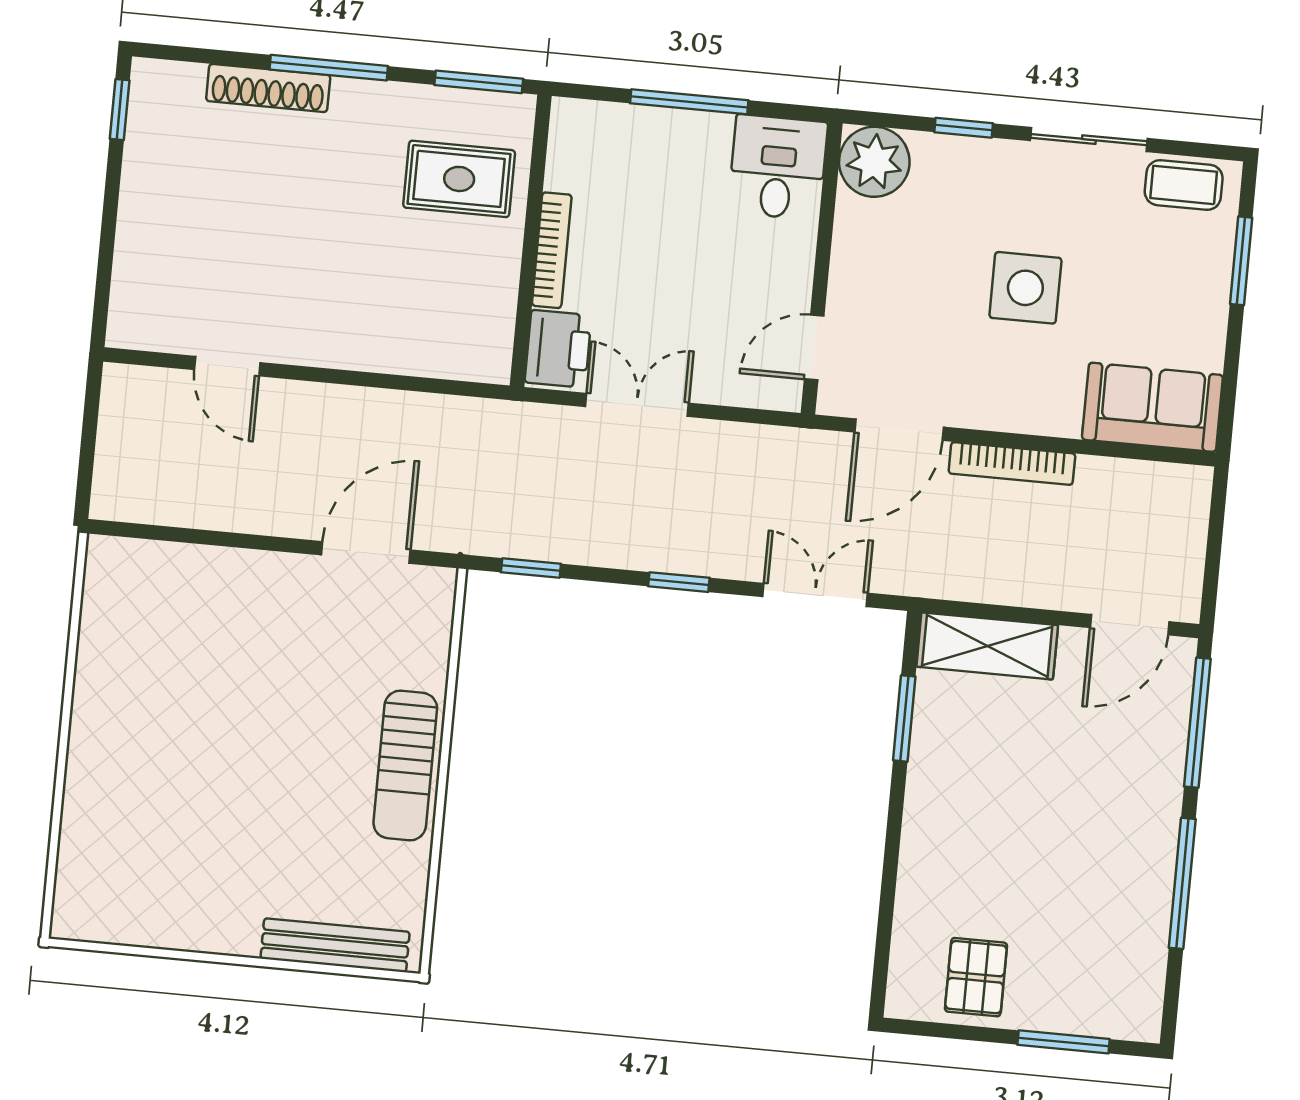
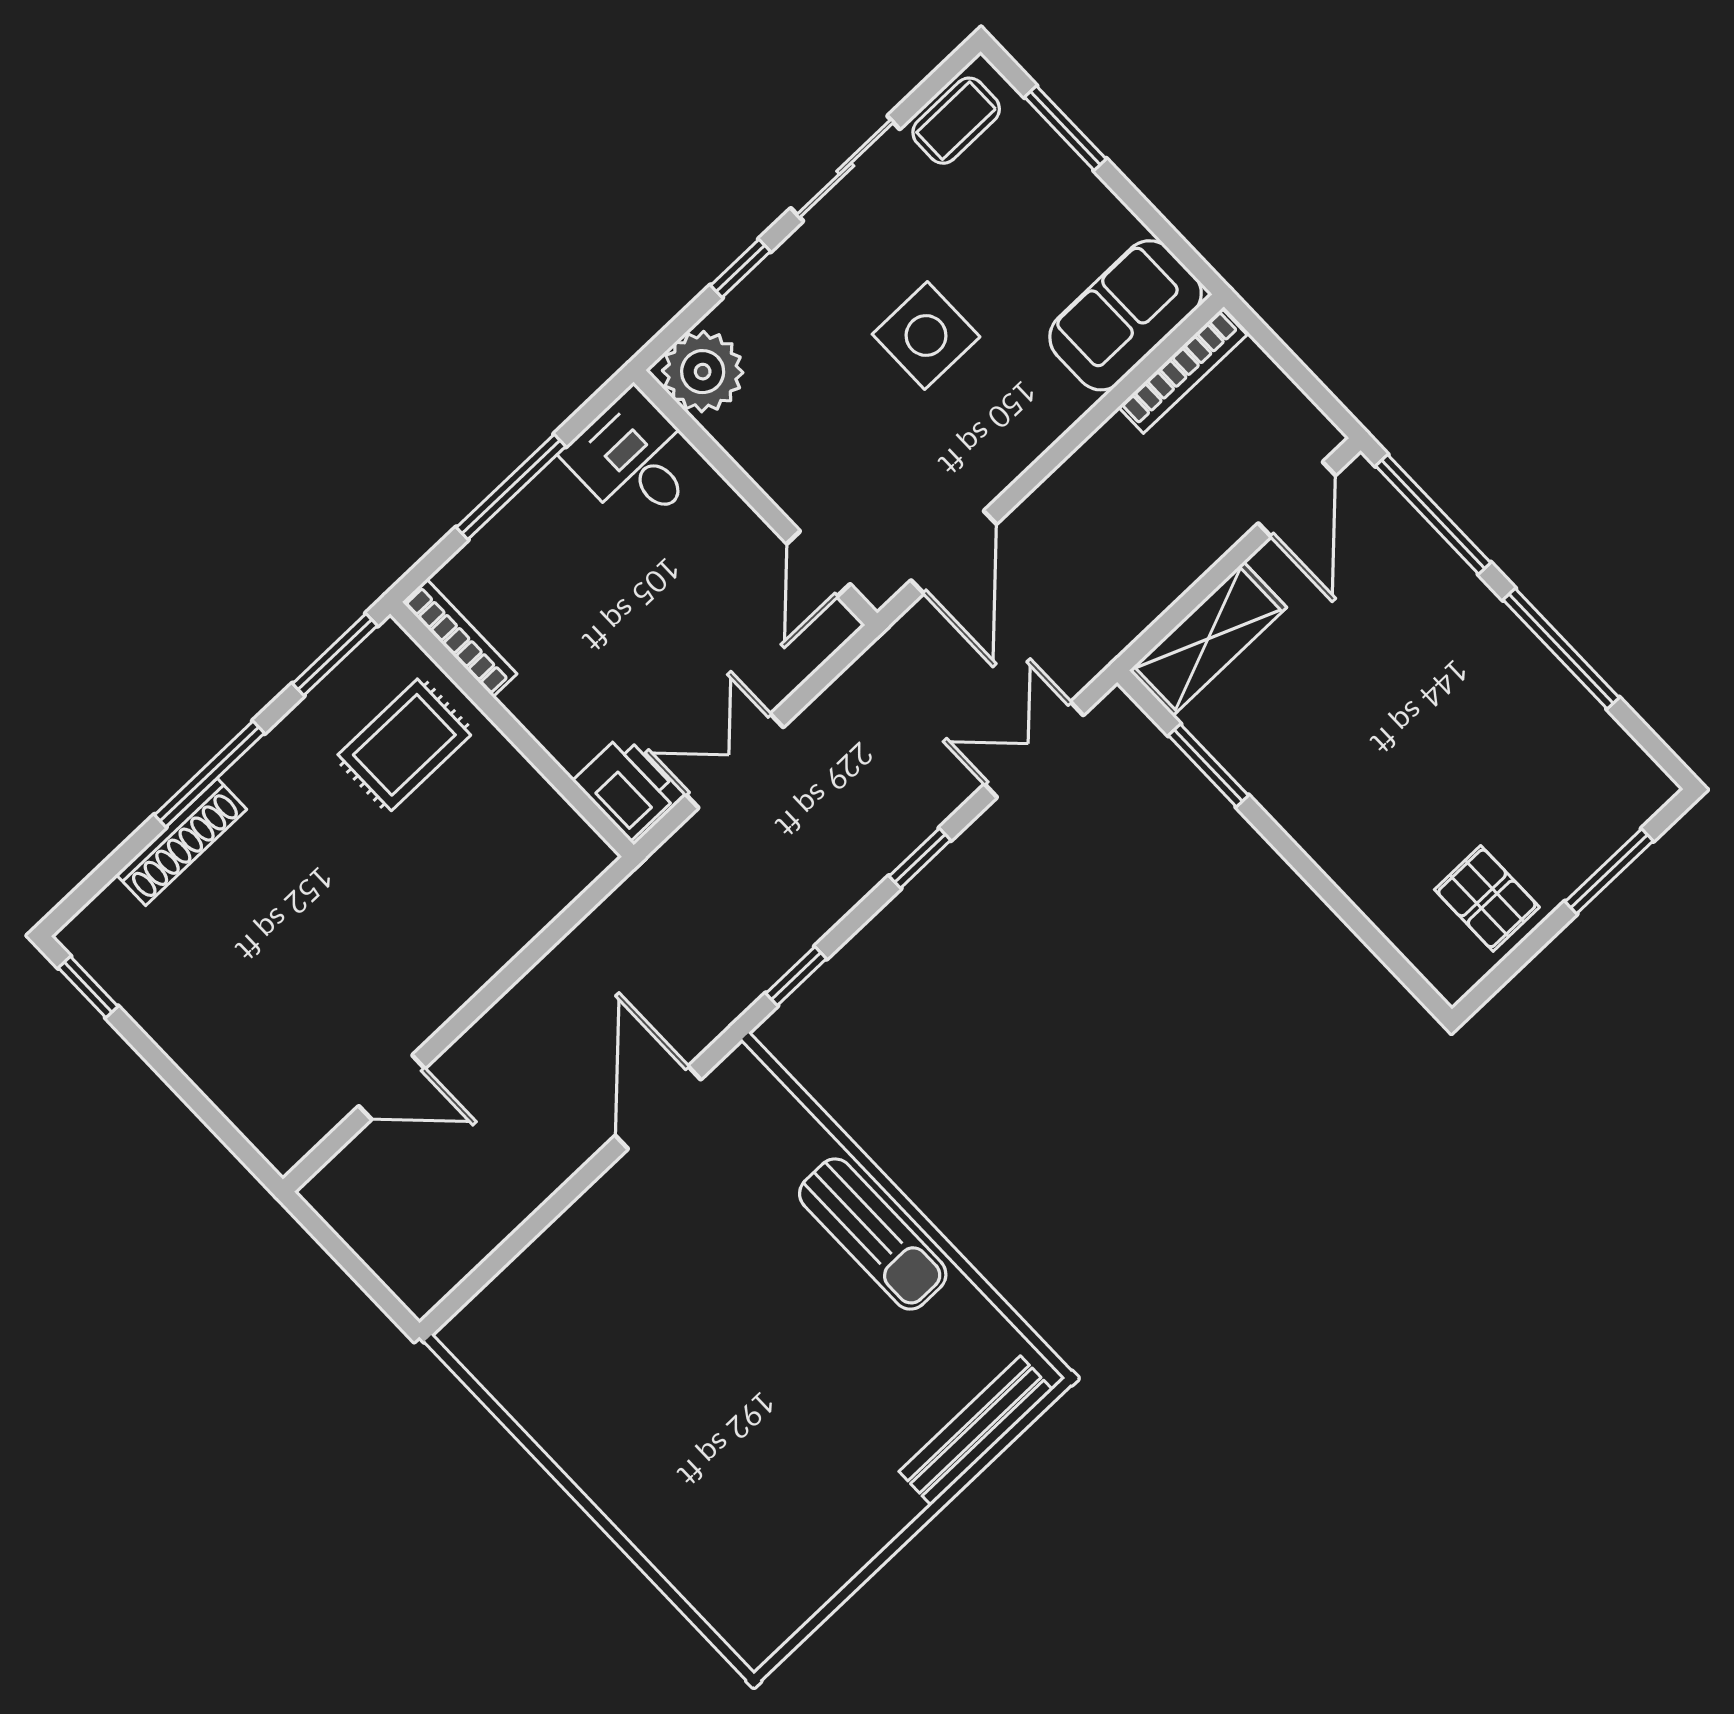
bookcase: (552, 250) -> (460, 638), moved
bookcase: (1012, 463) -> (1183, 371), moved

